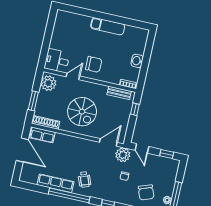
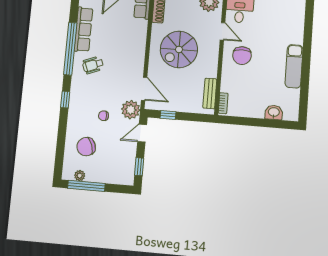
washbasin: (137, 61) -> (274, 112), moved
window: (135, 109) -> (168, 115), moved

